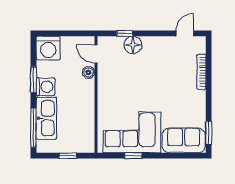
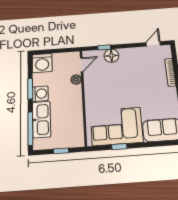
door: (96, 54) -> (82, 65), swing flipped

